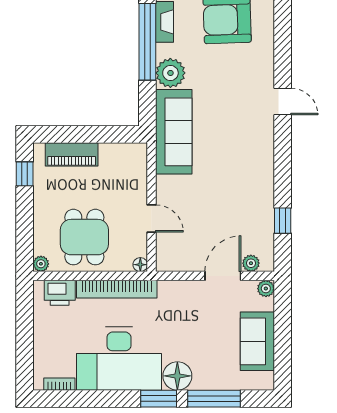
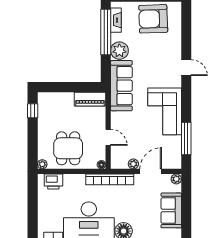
piano: (72, 154) -> (90, 99), moved
corner sofa: (246, 175) -> (165, 111), added
window: (283, 221) -> (186, 138), width x2.17
plant: (251, 263) -> (133, 164), moved
bookcase: (117, 289) -> (110, 179), moved

